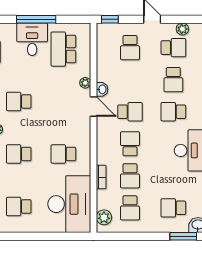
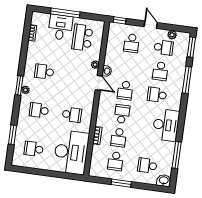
school desk: (130, 112) -> (125, 90), turned 90
school desk: (63, 154) -> (72, 115), turned 180
plant: (104, 217) -> (95, 165), removed
window: (183, 236) -> (121, 183), moved

